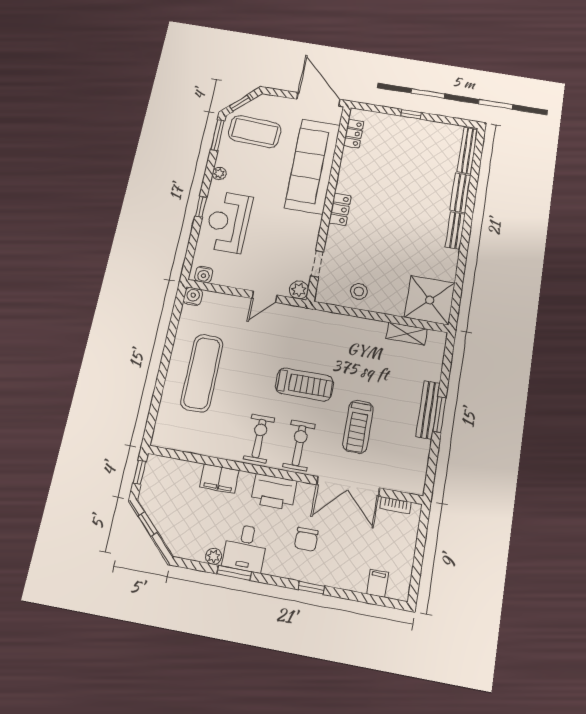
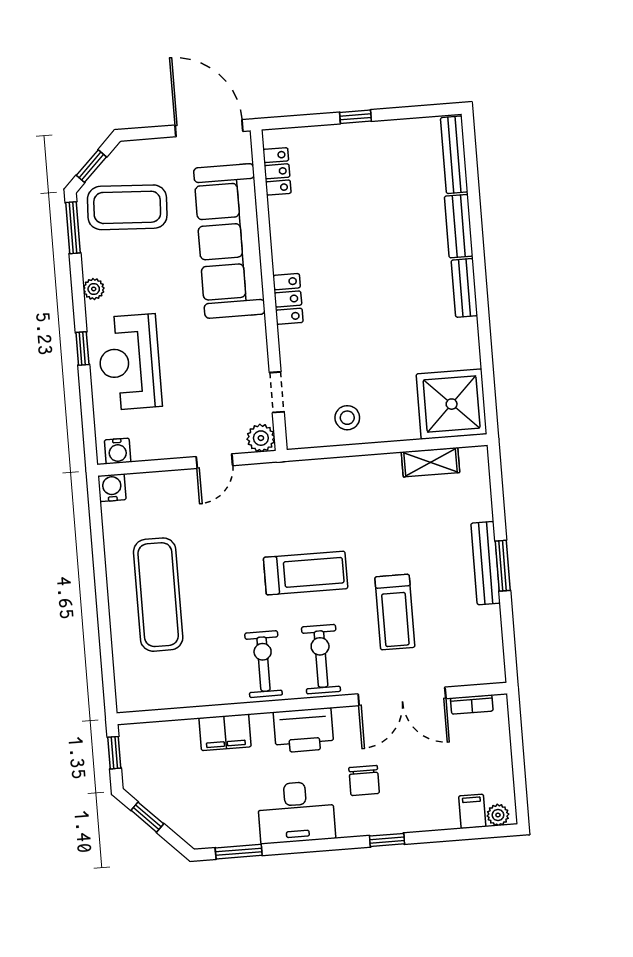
desk: (245, 548) -> (296, 812), width x1.37
plant: (214, 556) -> (498, 815), moved
window: (234, 573) -> (239, 852), moved

